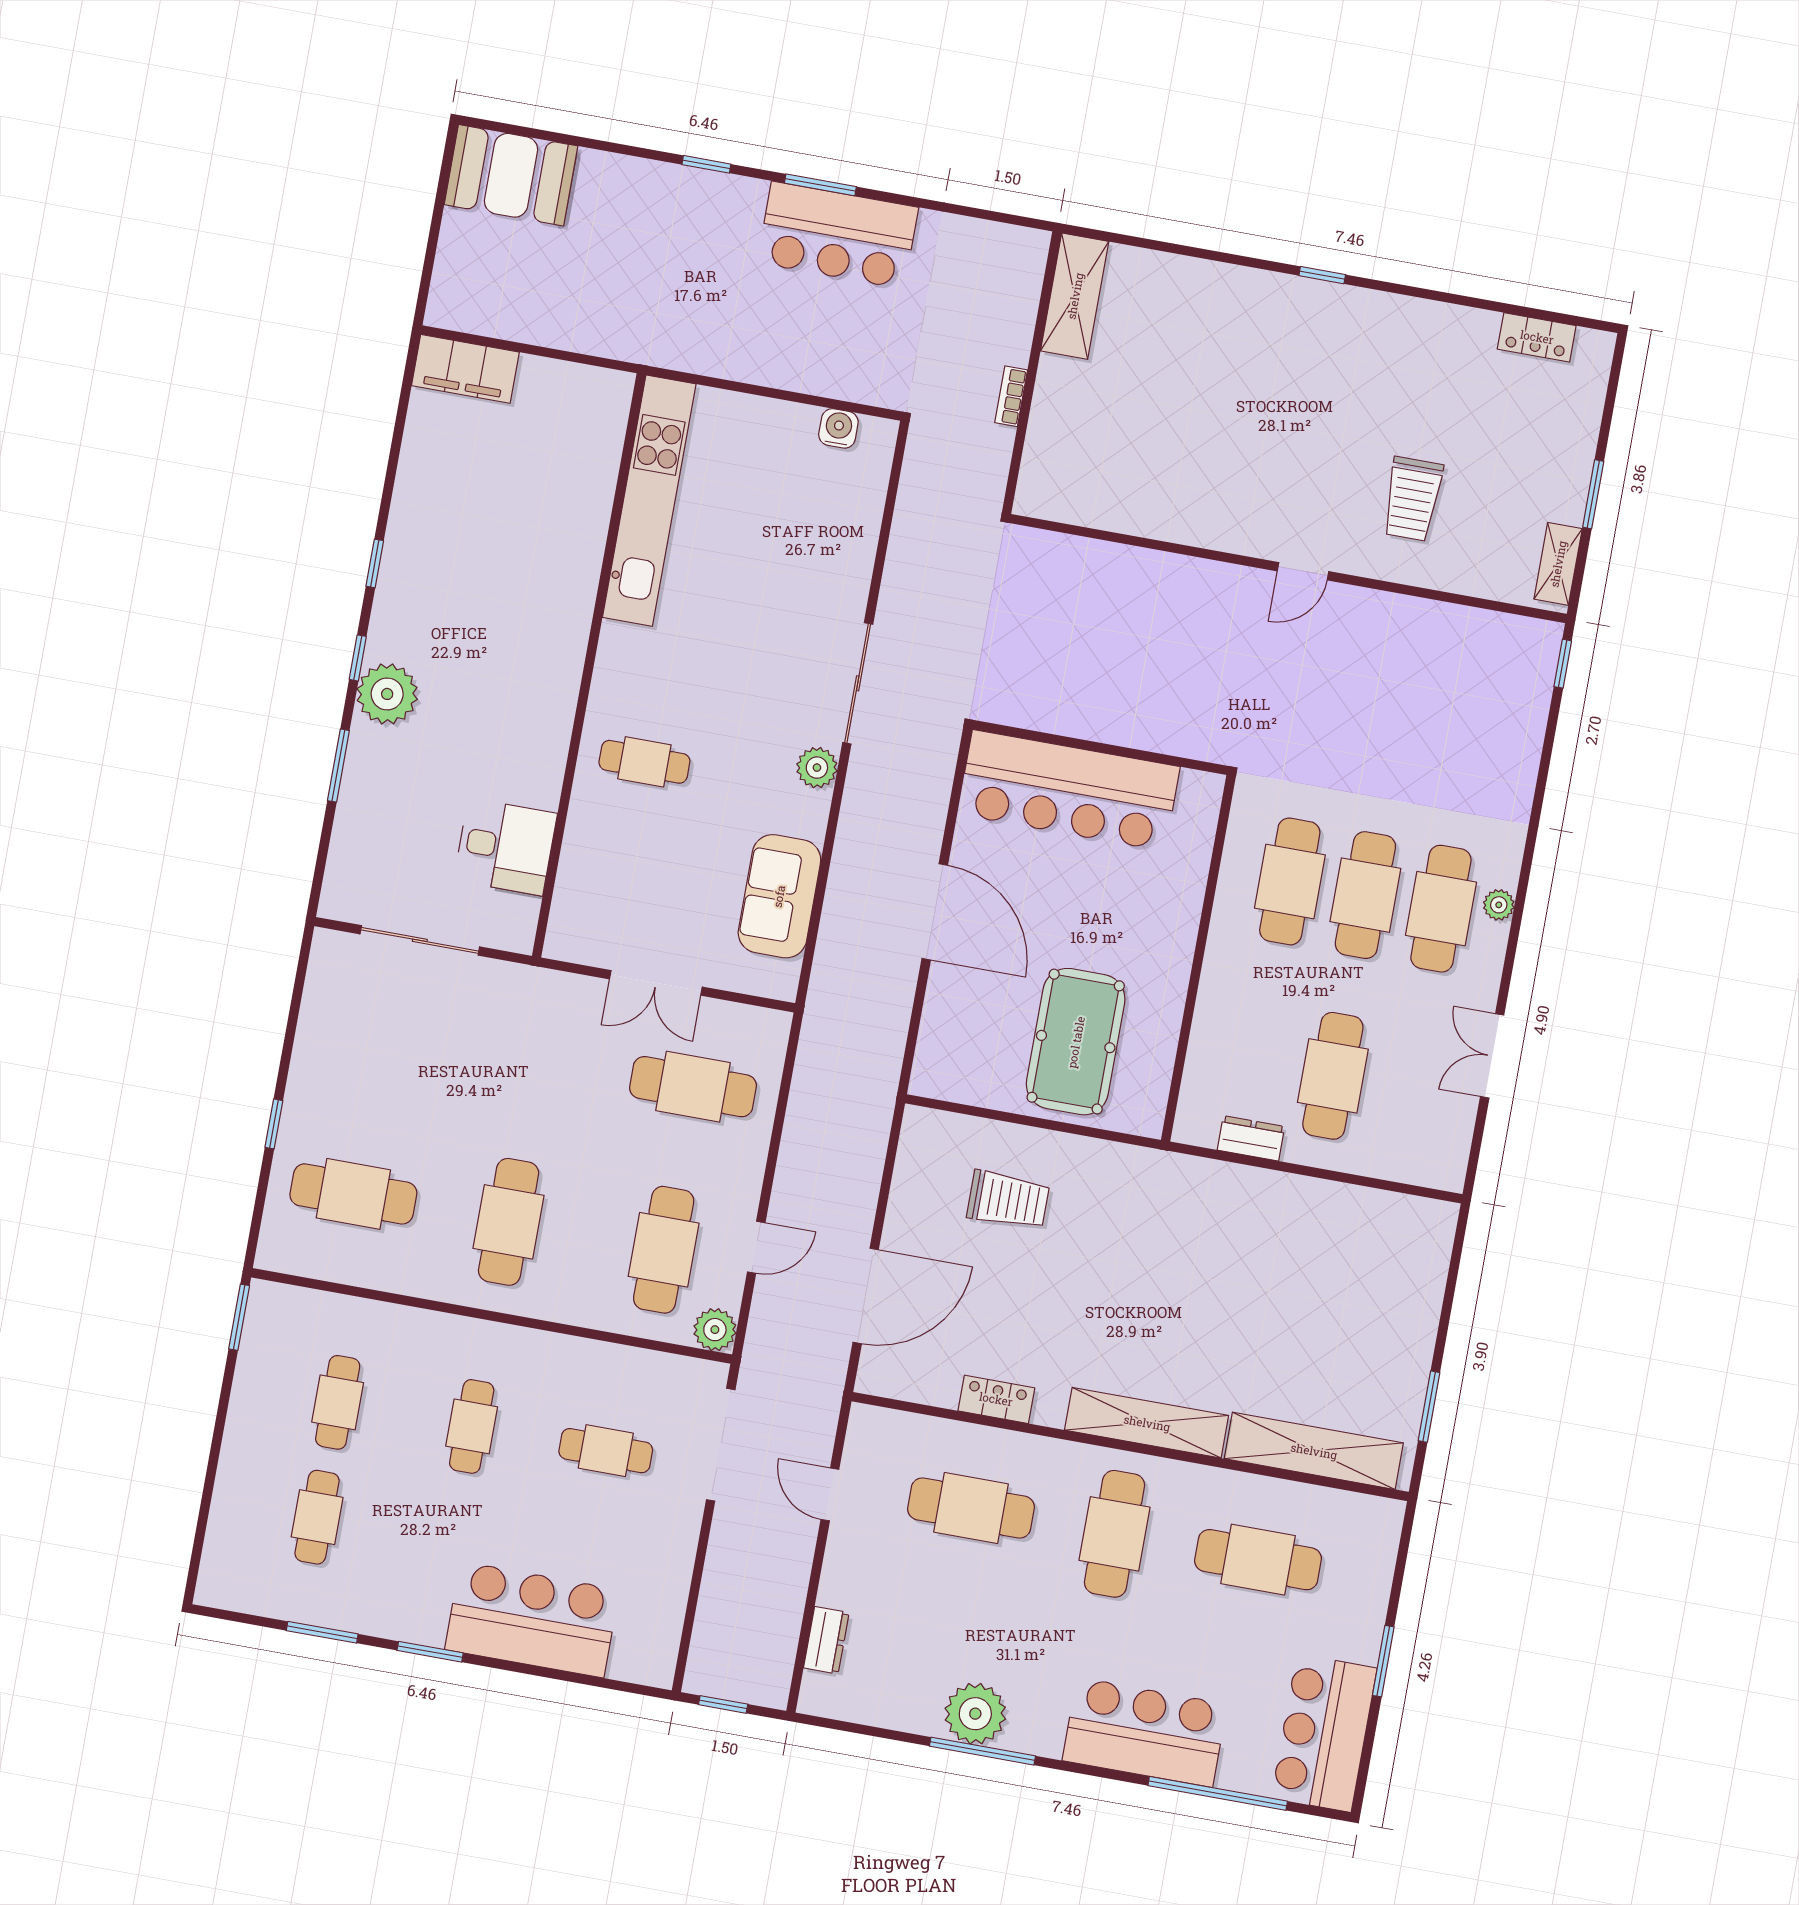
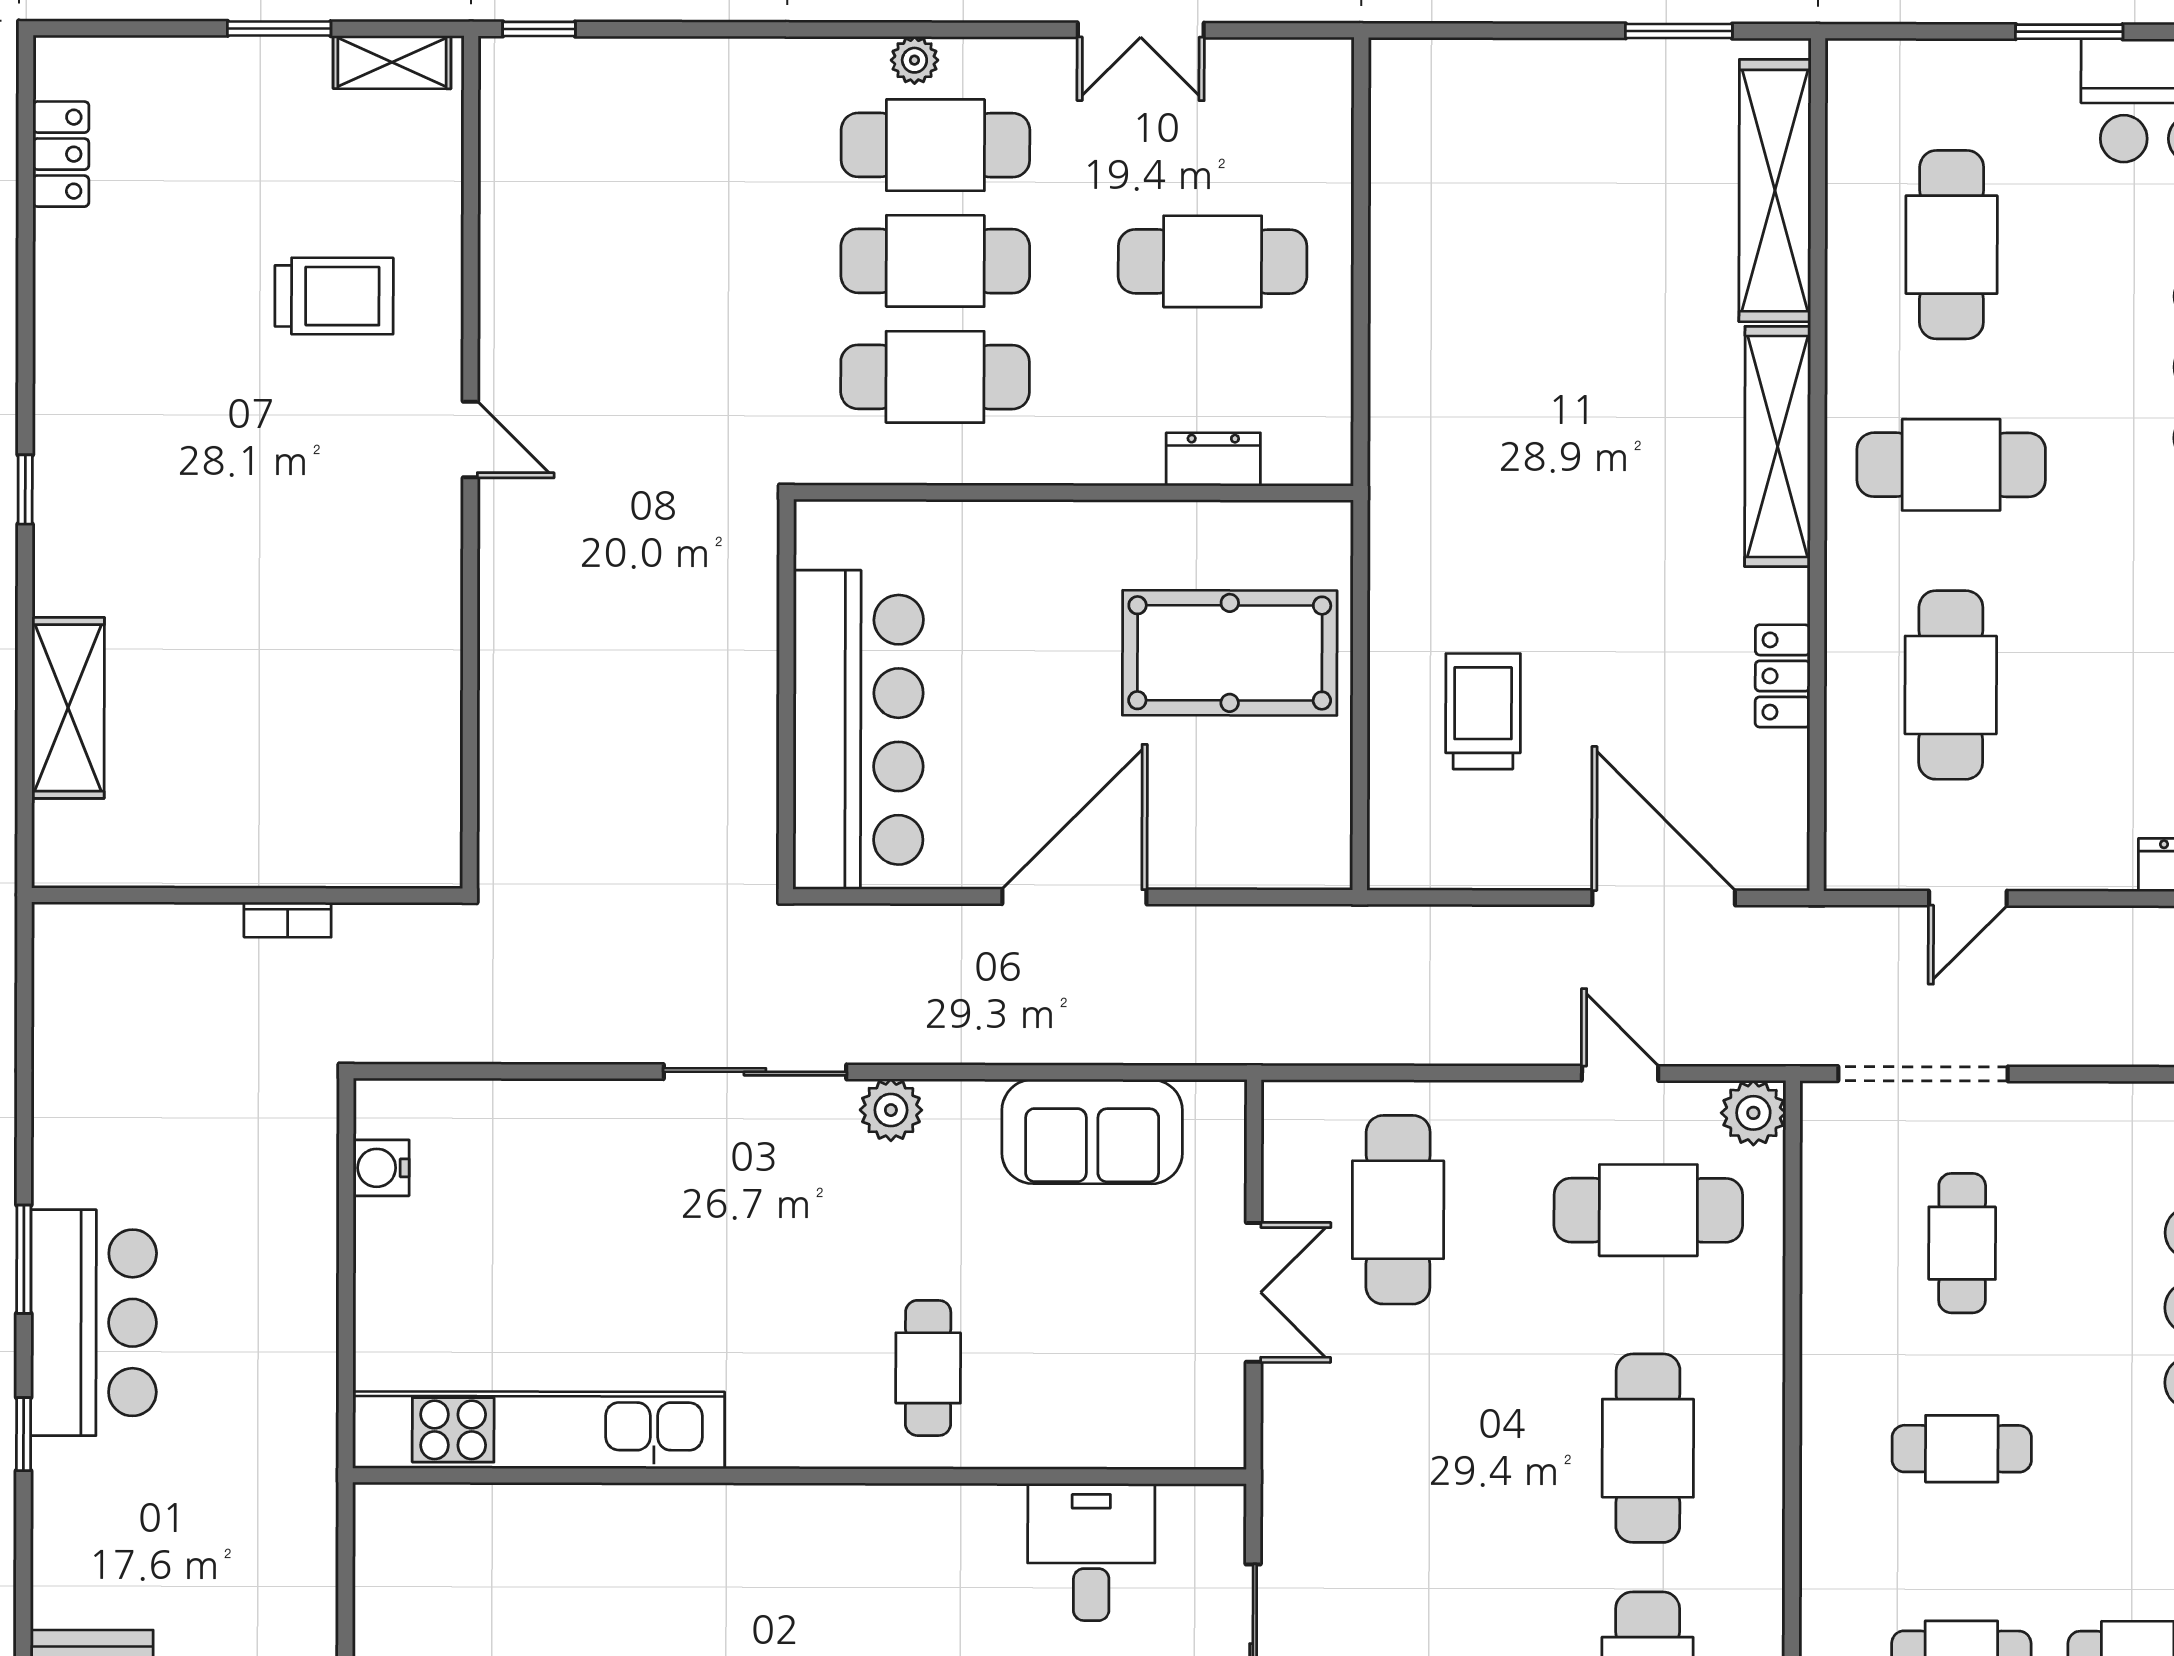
bar counter: (838, 235) -> (94, 1323), moved
shelving: (1075, 296) -> (68, 708), moved, turned 90
dresser: (1251, 1138) -> (1213, 459), moved, turned 90
cafe table: (509, 1222) -> (1648, 1448), turned 90

